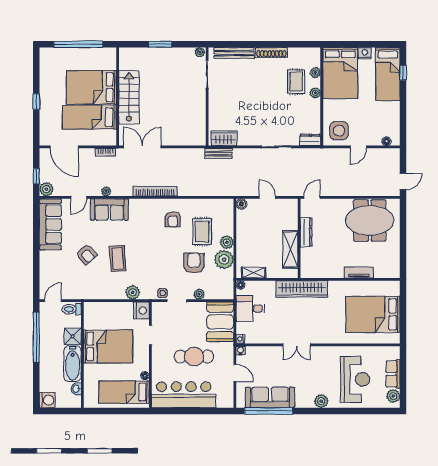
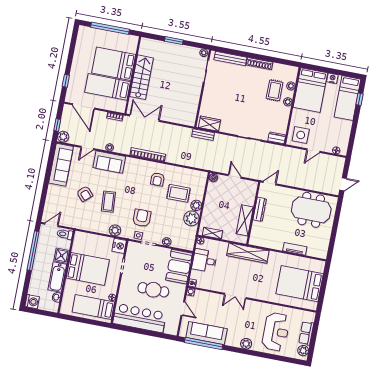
window: (36, 101) -> (66, 81), moved
rug: (202, 232) -> (178, 193), turned 90
armchair: (194, 263) -> (142, 218), moved

